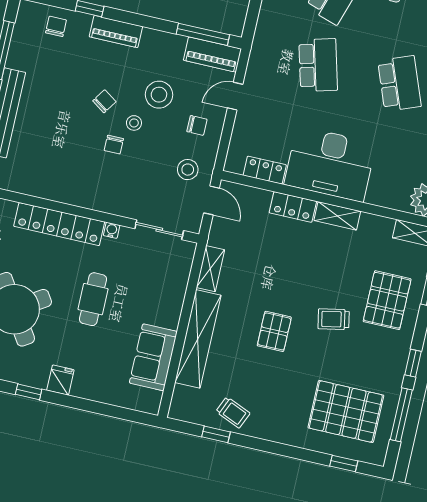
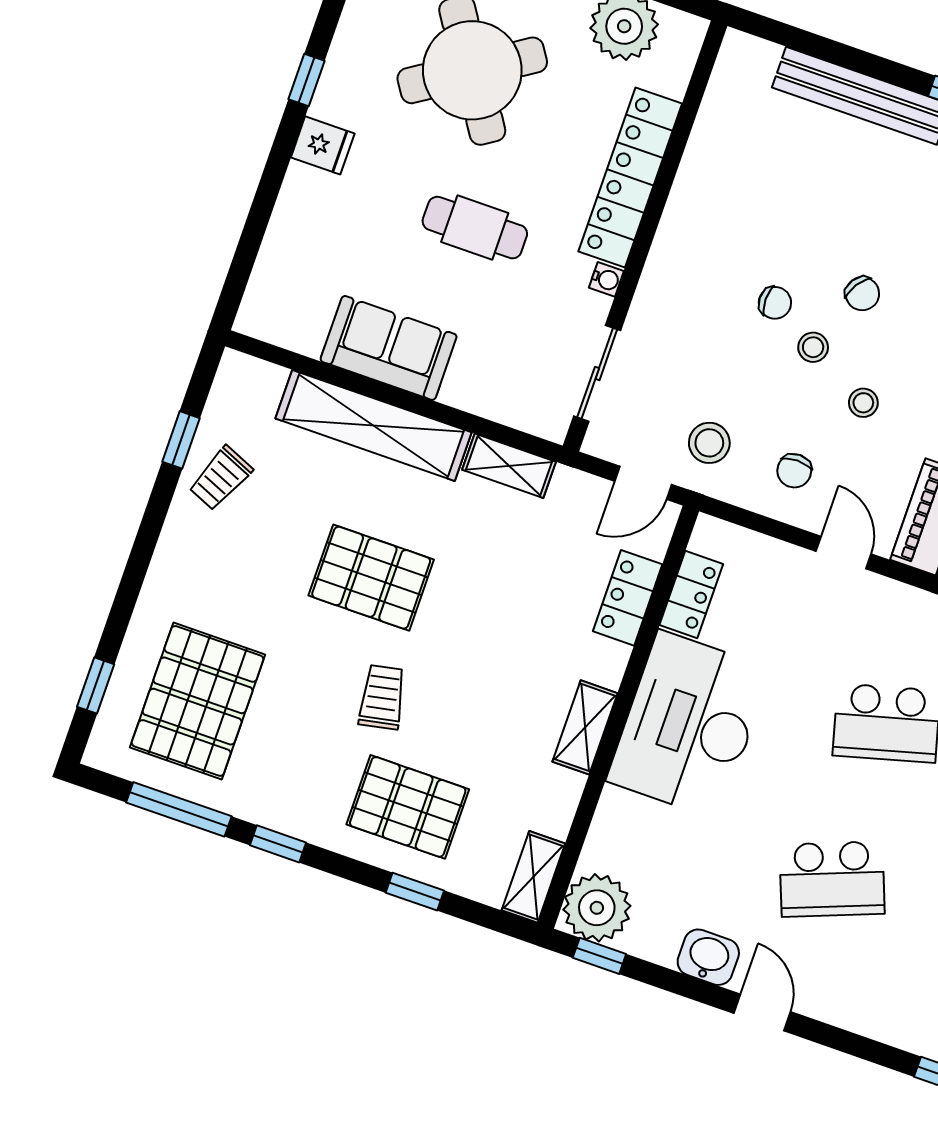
stool: (159, 95) -> (863, 403), width x0.53, depth x0.53
chair: (114, 145) -> (775, 303), turned 180
locker: (293, 207) -> (628, 598), moved
pallet: (274, 331) -> (371, 578), width x1.50, depth x1.42
sofa: (153, 357) -> (389, 348), moved

